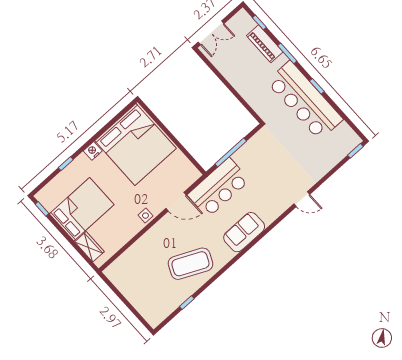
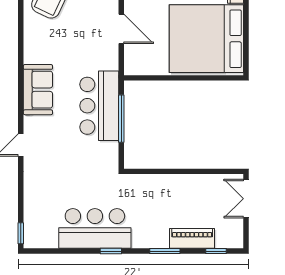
bar counter: (305, 100) -> (95, 228), width x0.73
bar counter: (219, 187) -> (99, 106), moved
door: (176, 202) -> (121, 29), swing flipped
sofa: (244, 232) -> (38, 90), moved

